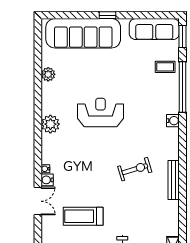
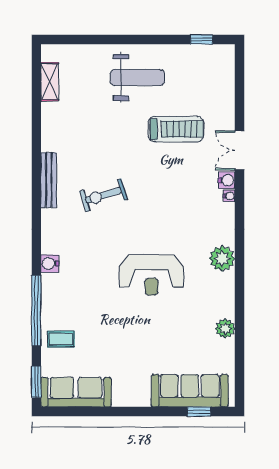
window: (108, 15) -> (199, 412), moved
sofa: (83, 33) -> (190, 391), width x0.74, depth x0.79

